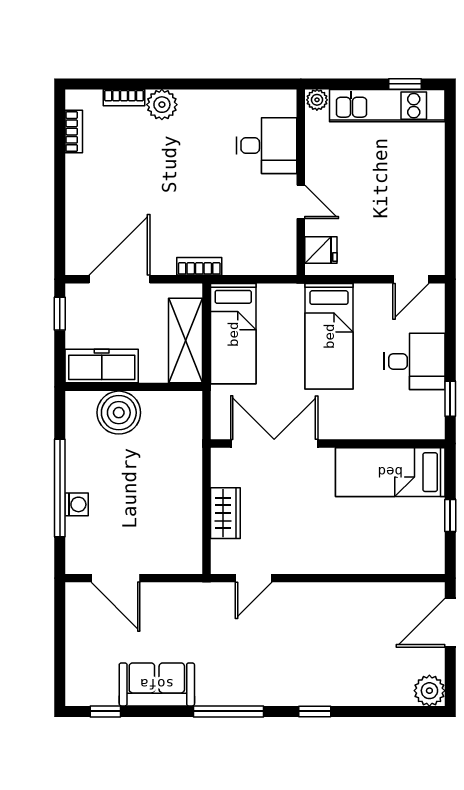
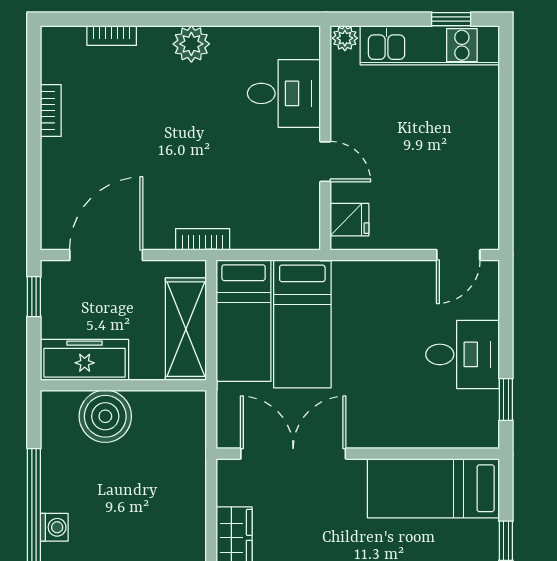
plant: (162, 105) -> (191, 44), moved
bookcase: (74, 132) -> (51, 110), moved
bed: (329, 336) -> (302, 324), moved

